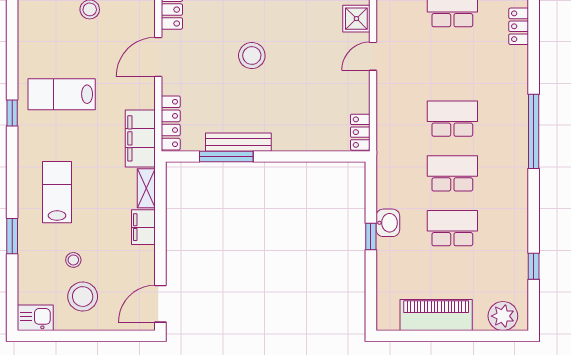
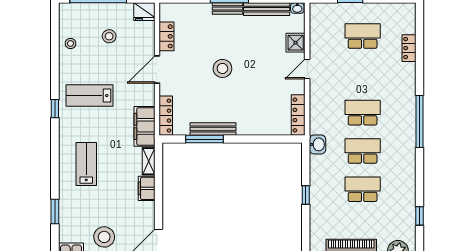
locker: (360, 132) -> (298, 115), width x1.53
washbasin: (388, 223) -> (318, 144), moved
window: (12, 236) -> (55, 212), moved
stool: (73, 260) -> (71, 43), moved

